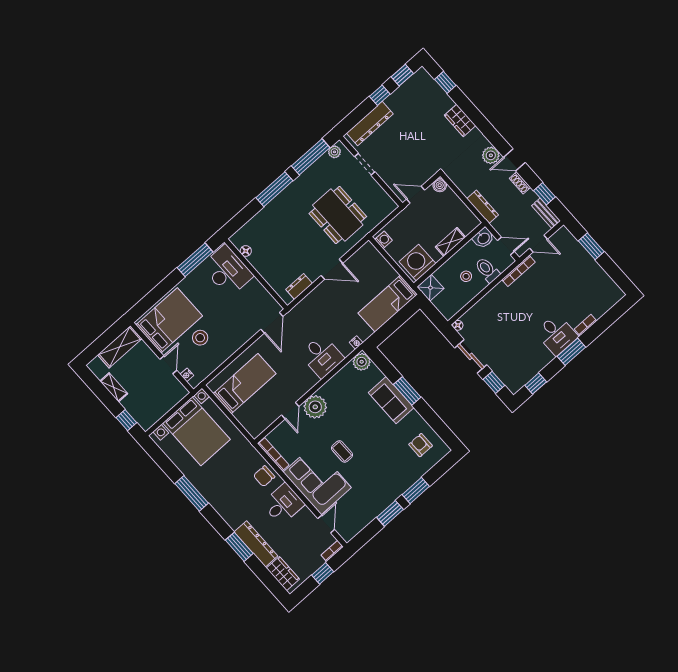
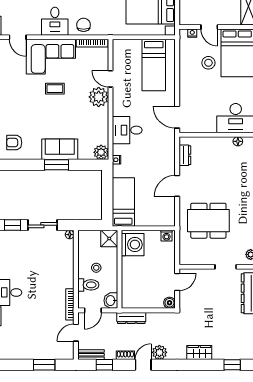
shelving: (450, 242) -> (127, 277), removed
armchair: (421, 445) -> (14, 143), turned 180

